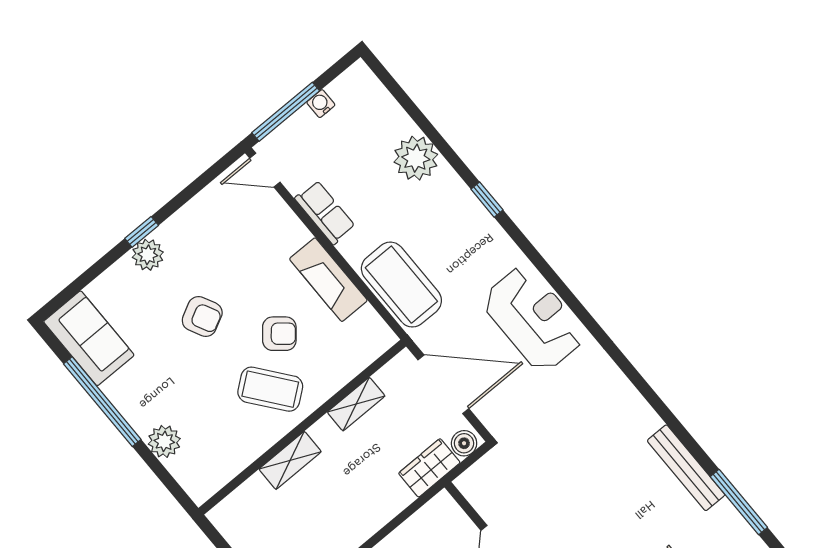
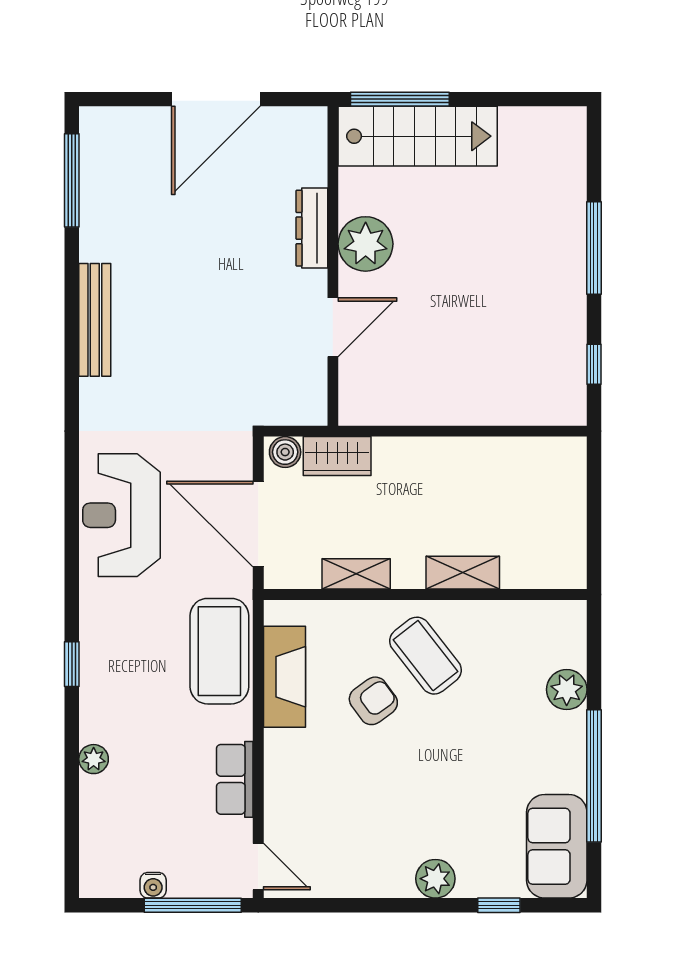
plant: (416, 158) -> (94, 759), width x0.53, depth x0.53
window: (142, 232) -> (499, 905), moved
fireplace: (328, 280) -> (284, 677), moved
armchair: (202, 316) -> (433, 778), removed
armchair: (279, 334) -> (373, 701), turned 104
bench: (686, 468) -> (95, 320), moved

